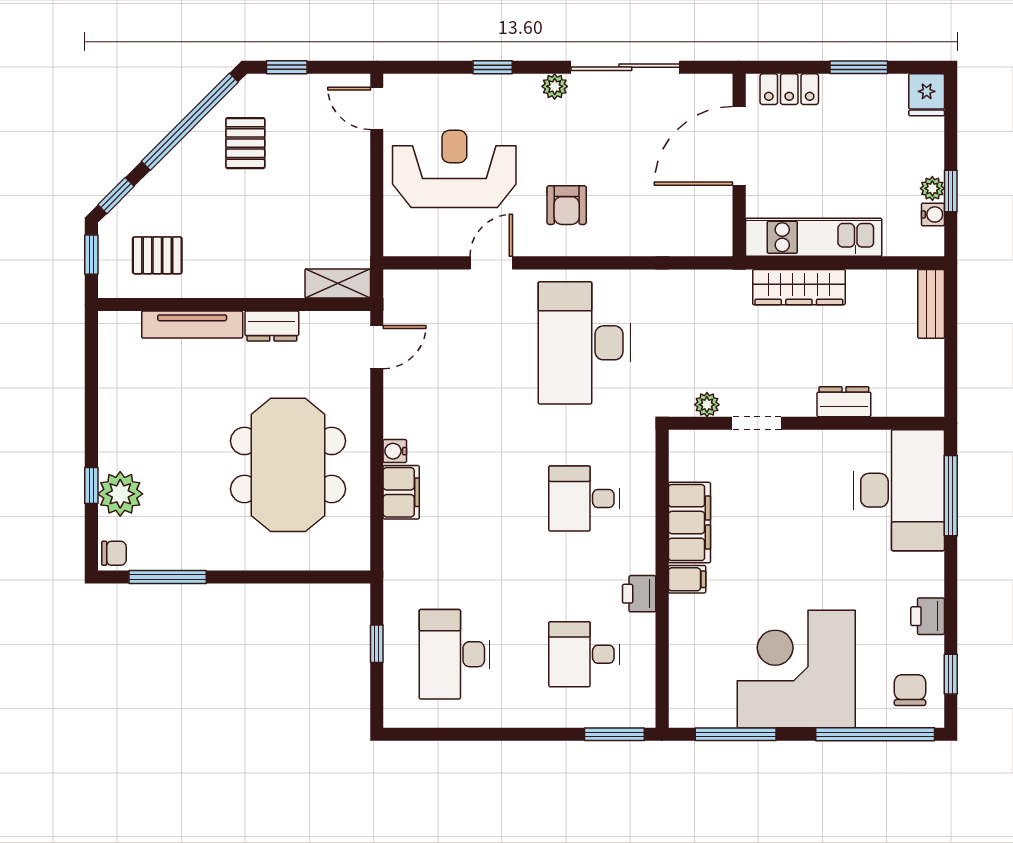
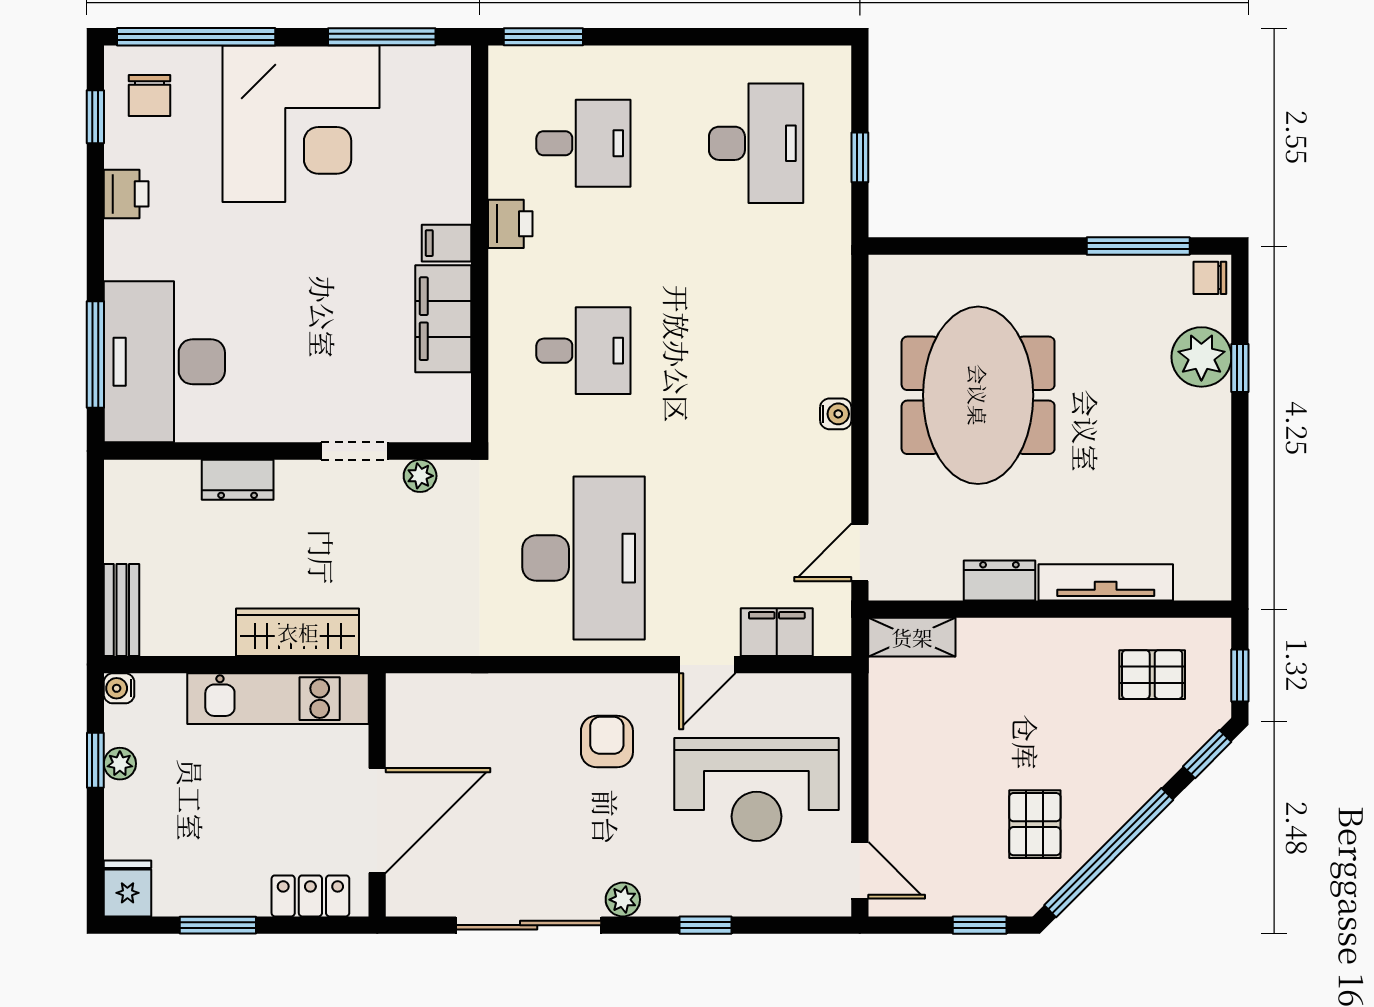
water cooler: (933, 214) -> (119, 688), moved
filing cabinet: (401, 492) -> (777, 632), moved, turned 90

